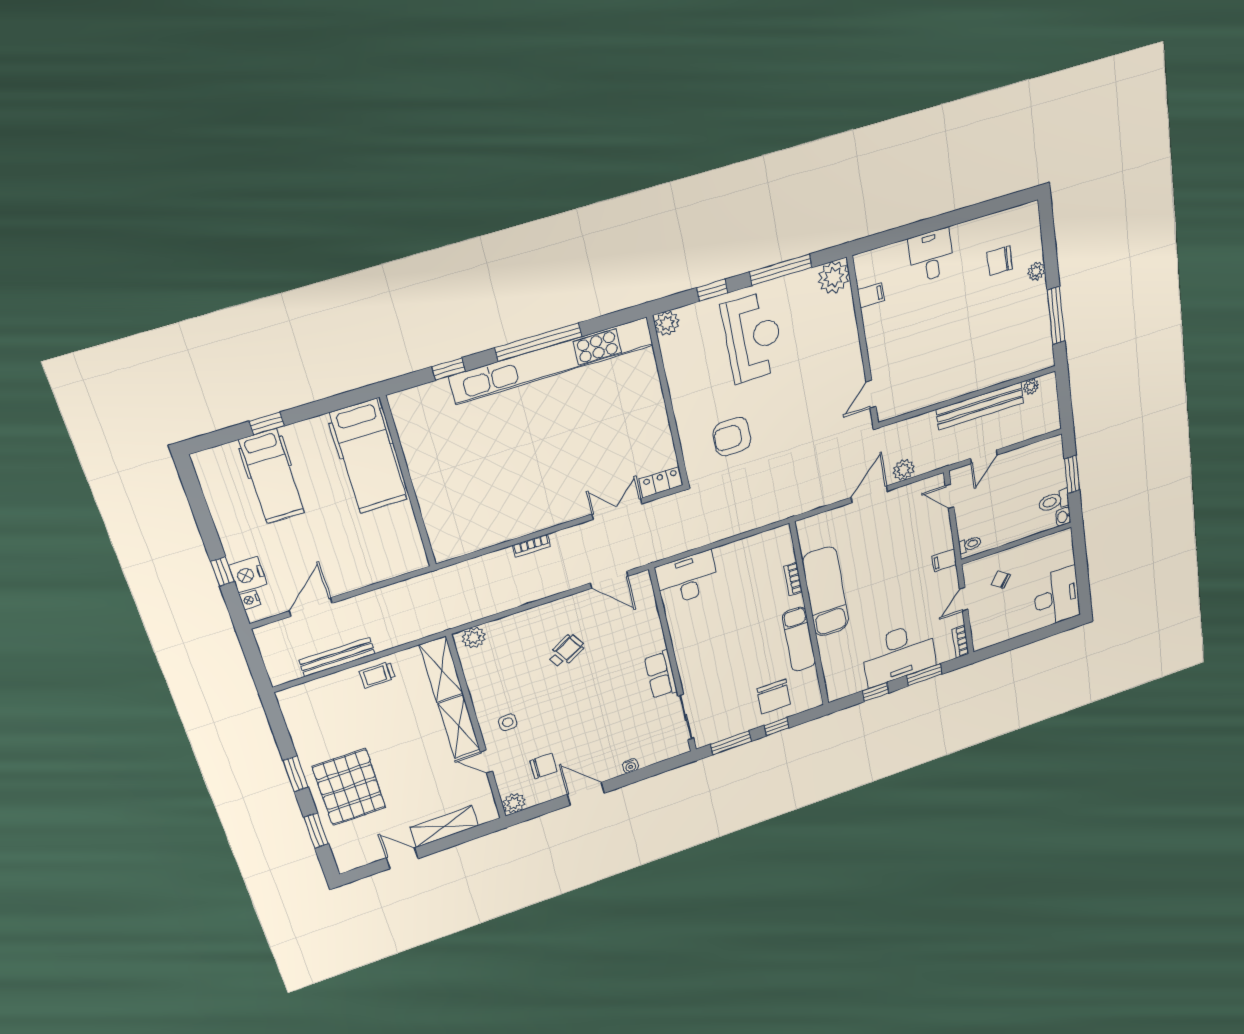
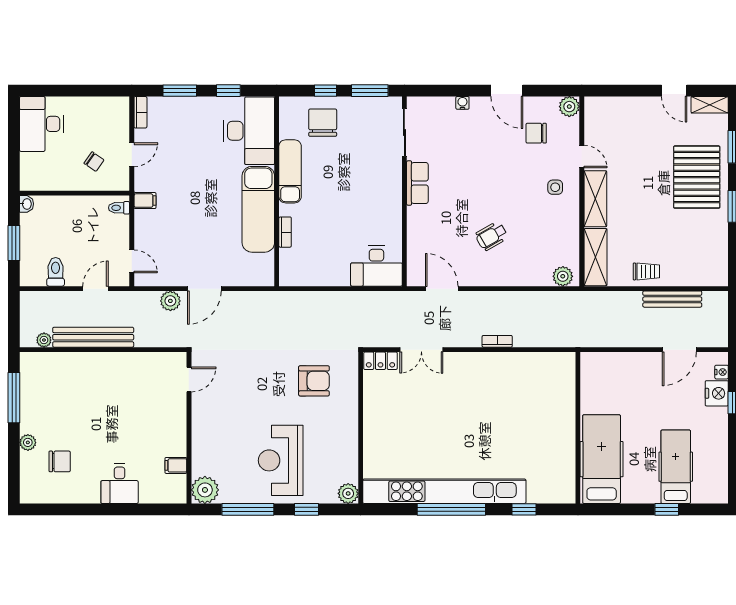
toilet: (1054, 501) -> (56, 272), moved, turned -90
desk: (899, 654) -> (249, 131), moved, turned 90
shelving: (444, 826) -> (710, 105), moved, width x0.67, depth x0.75

